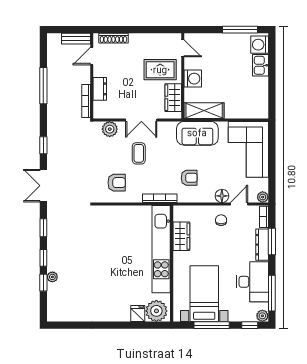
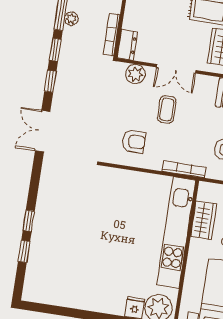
dresser: (100, 89) -> (127, 45), moved
window: (43, 228) -> (55, 50), moved
plant: (52, 277) -> (71, 19), moved

